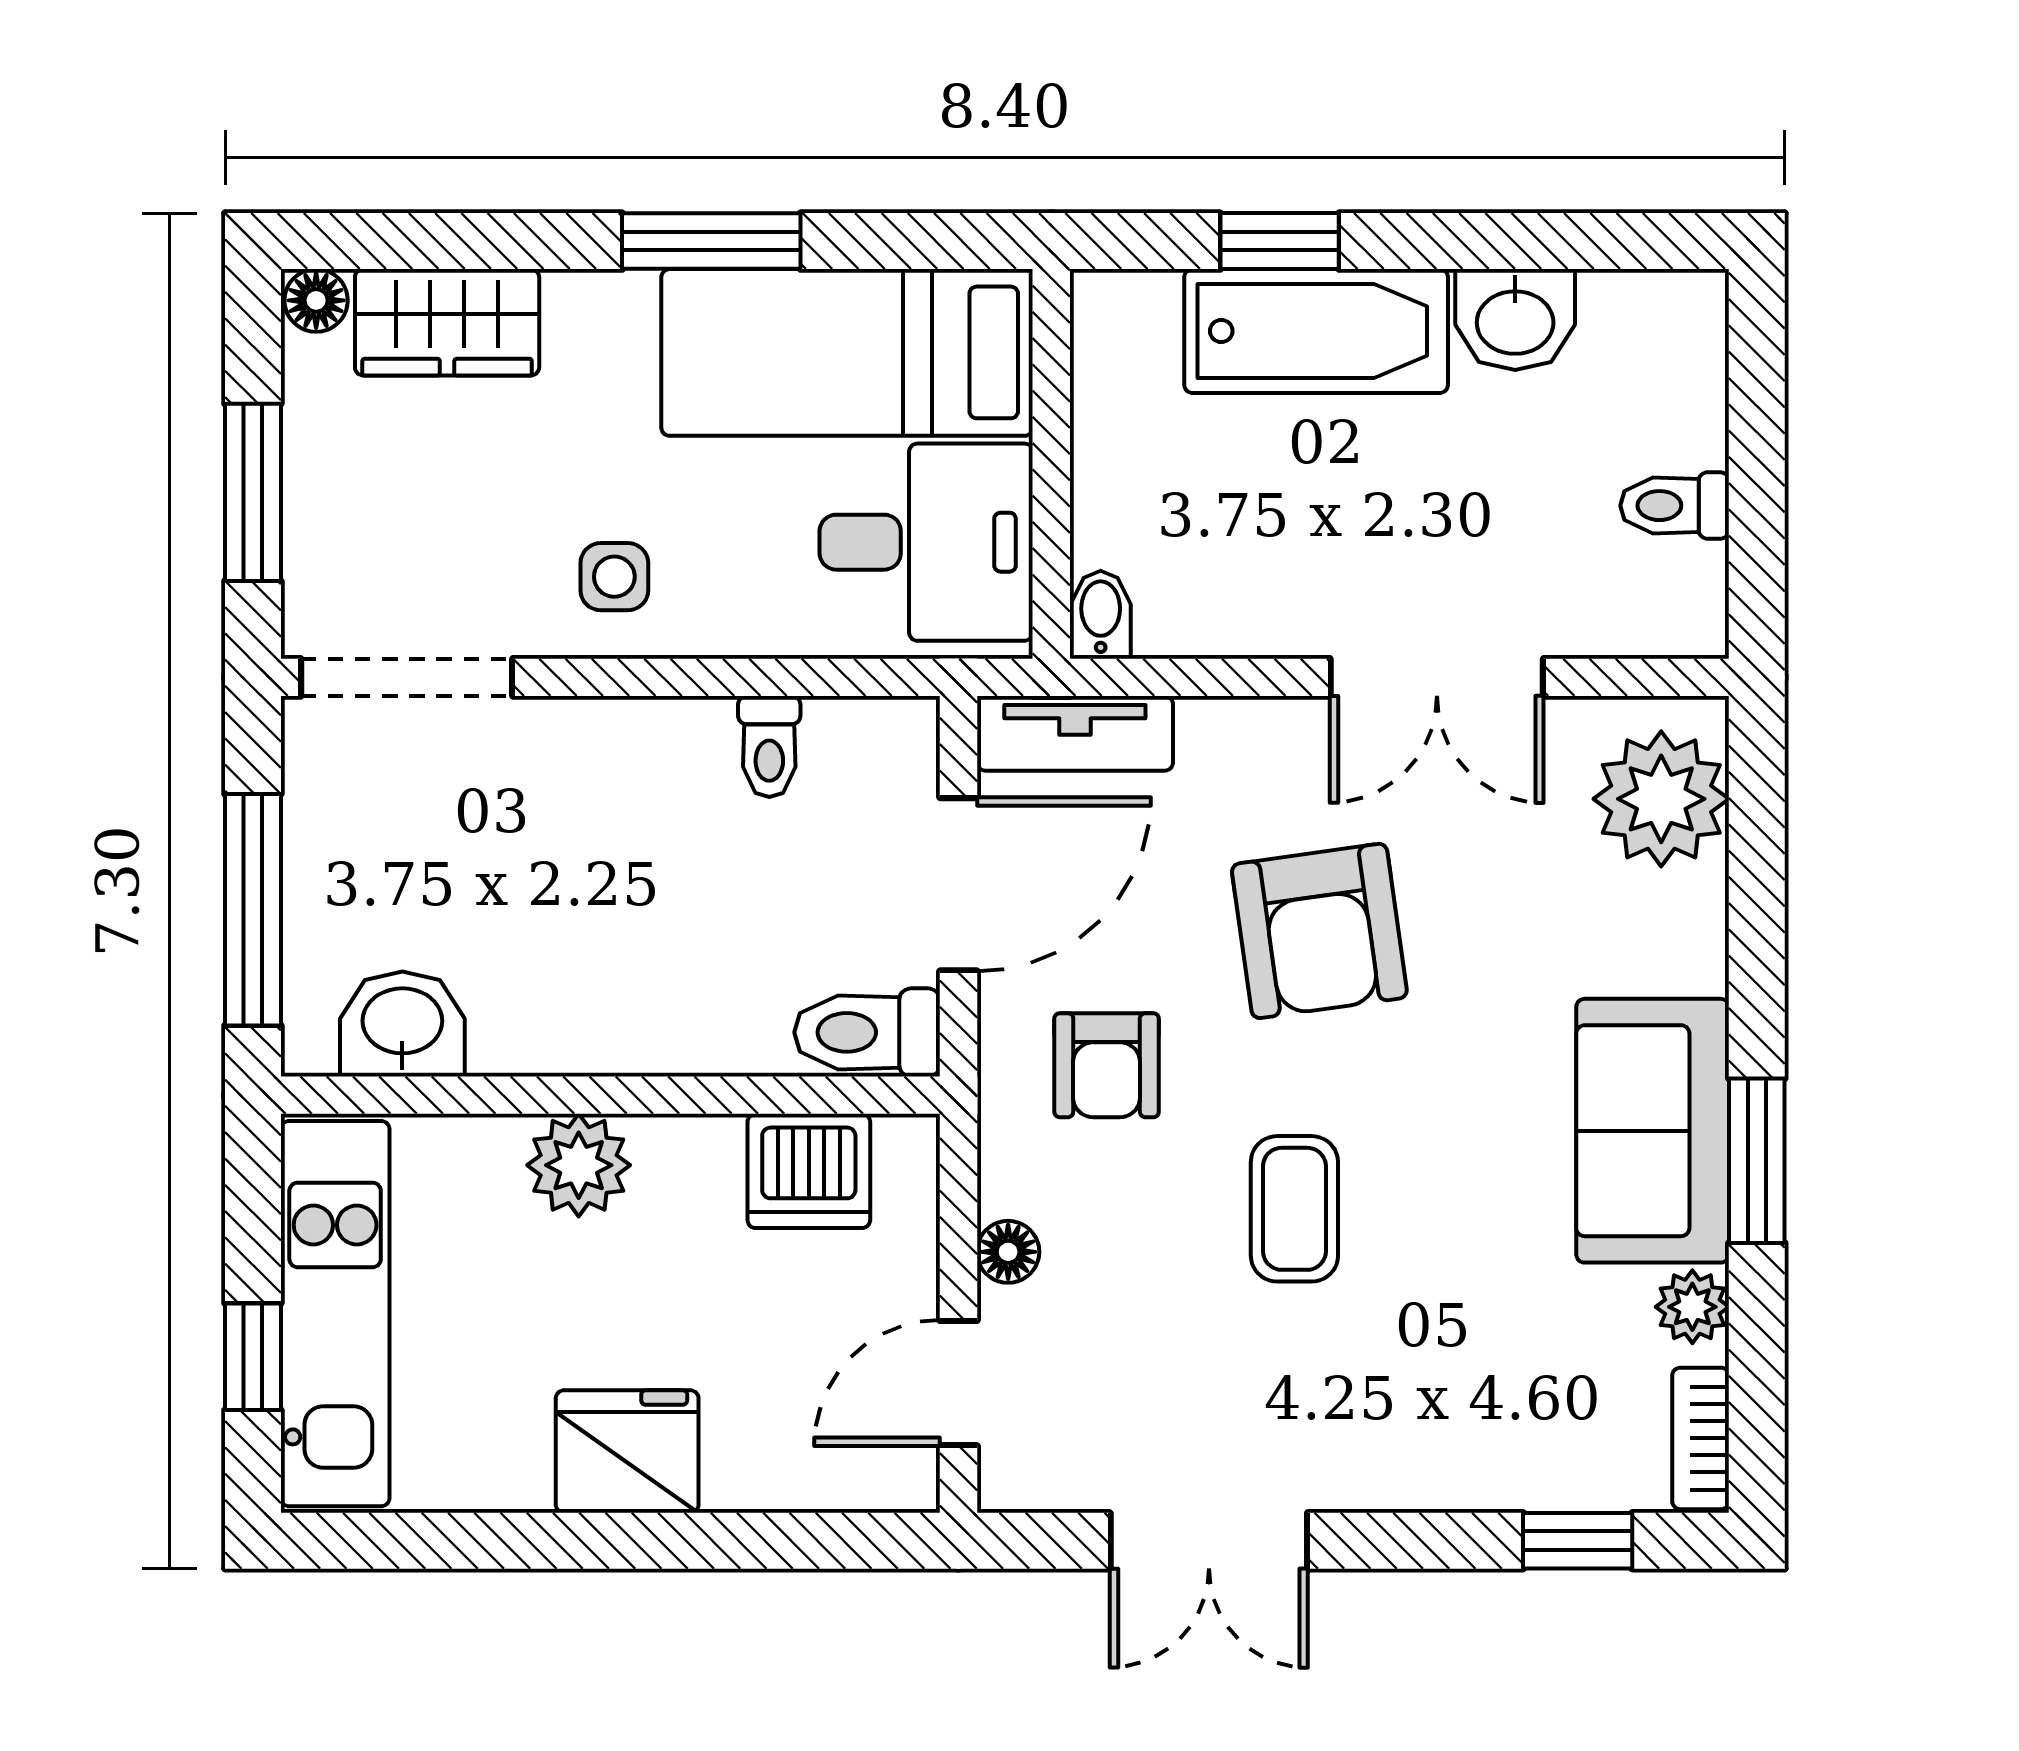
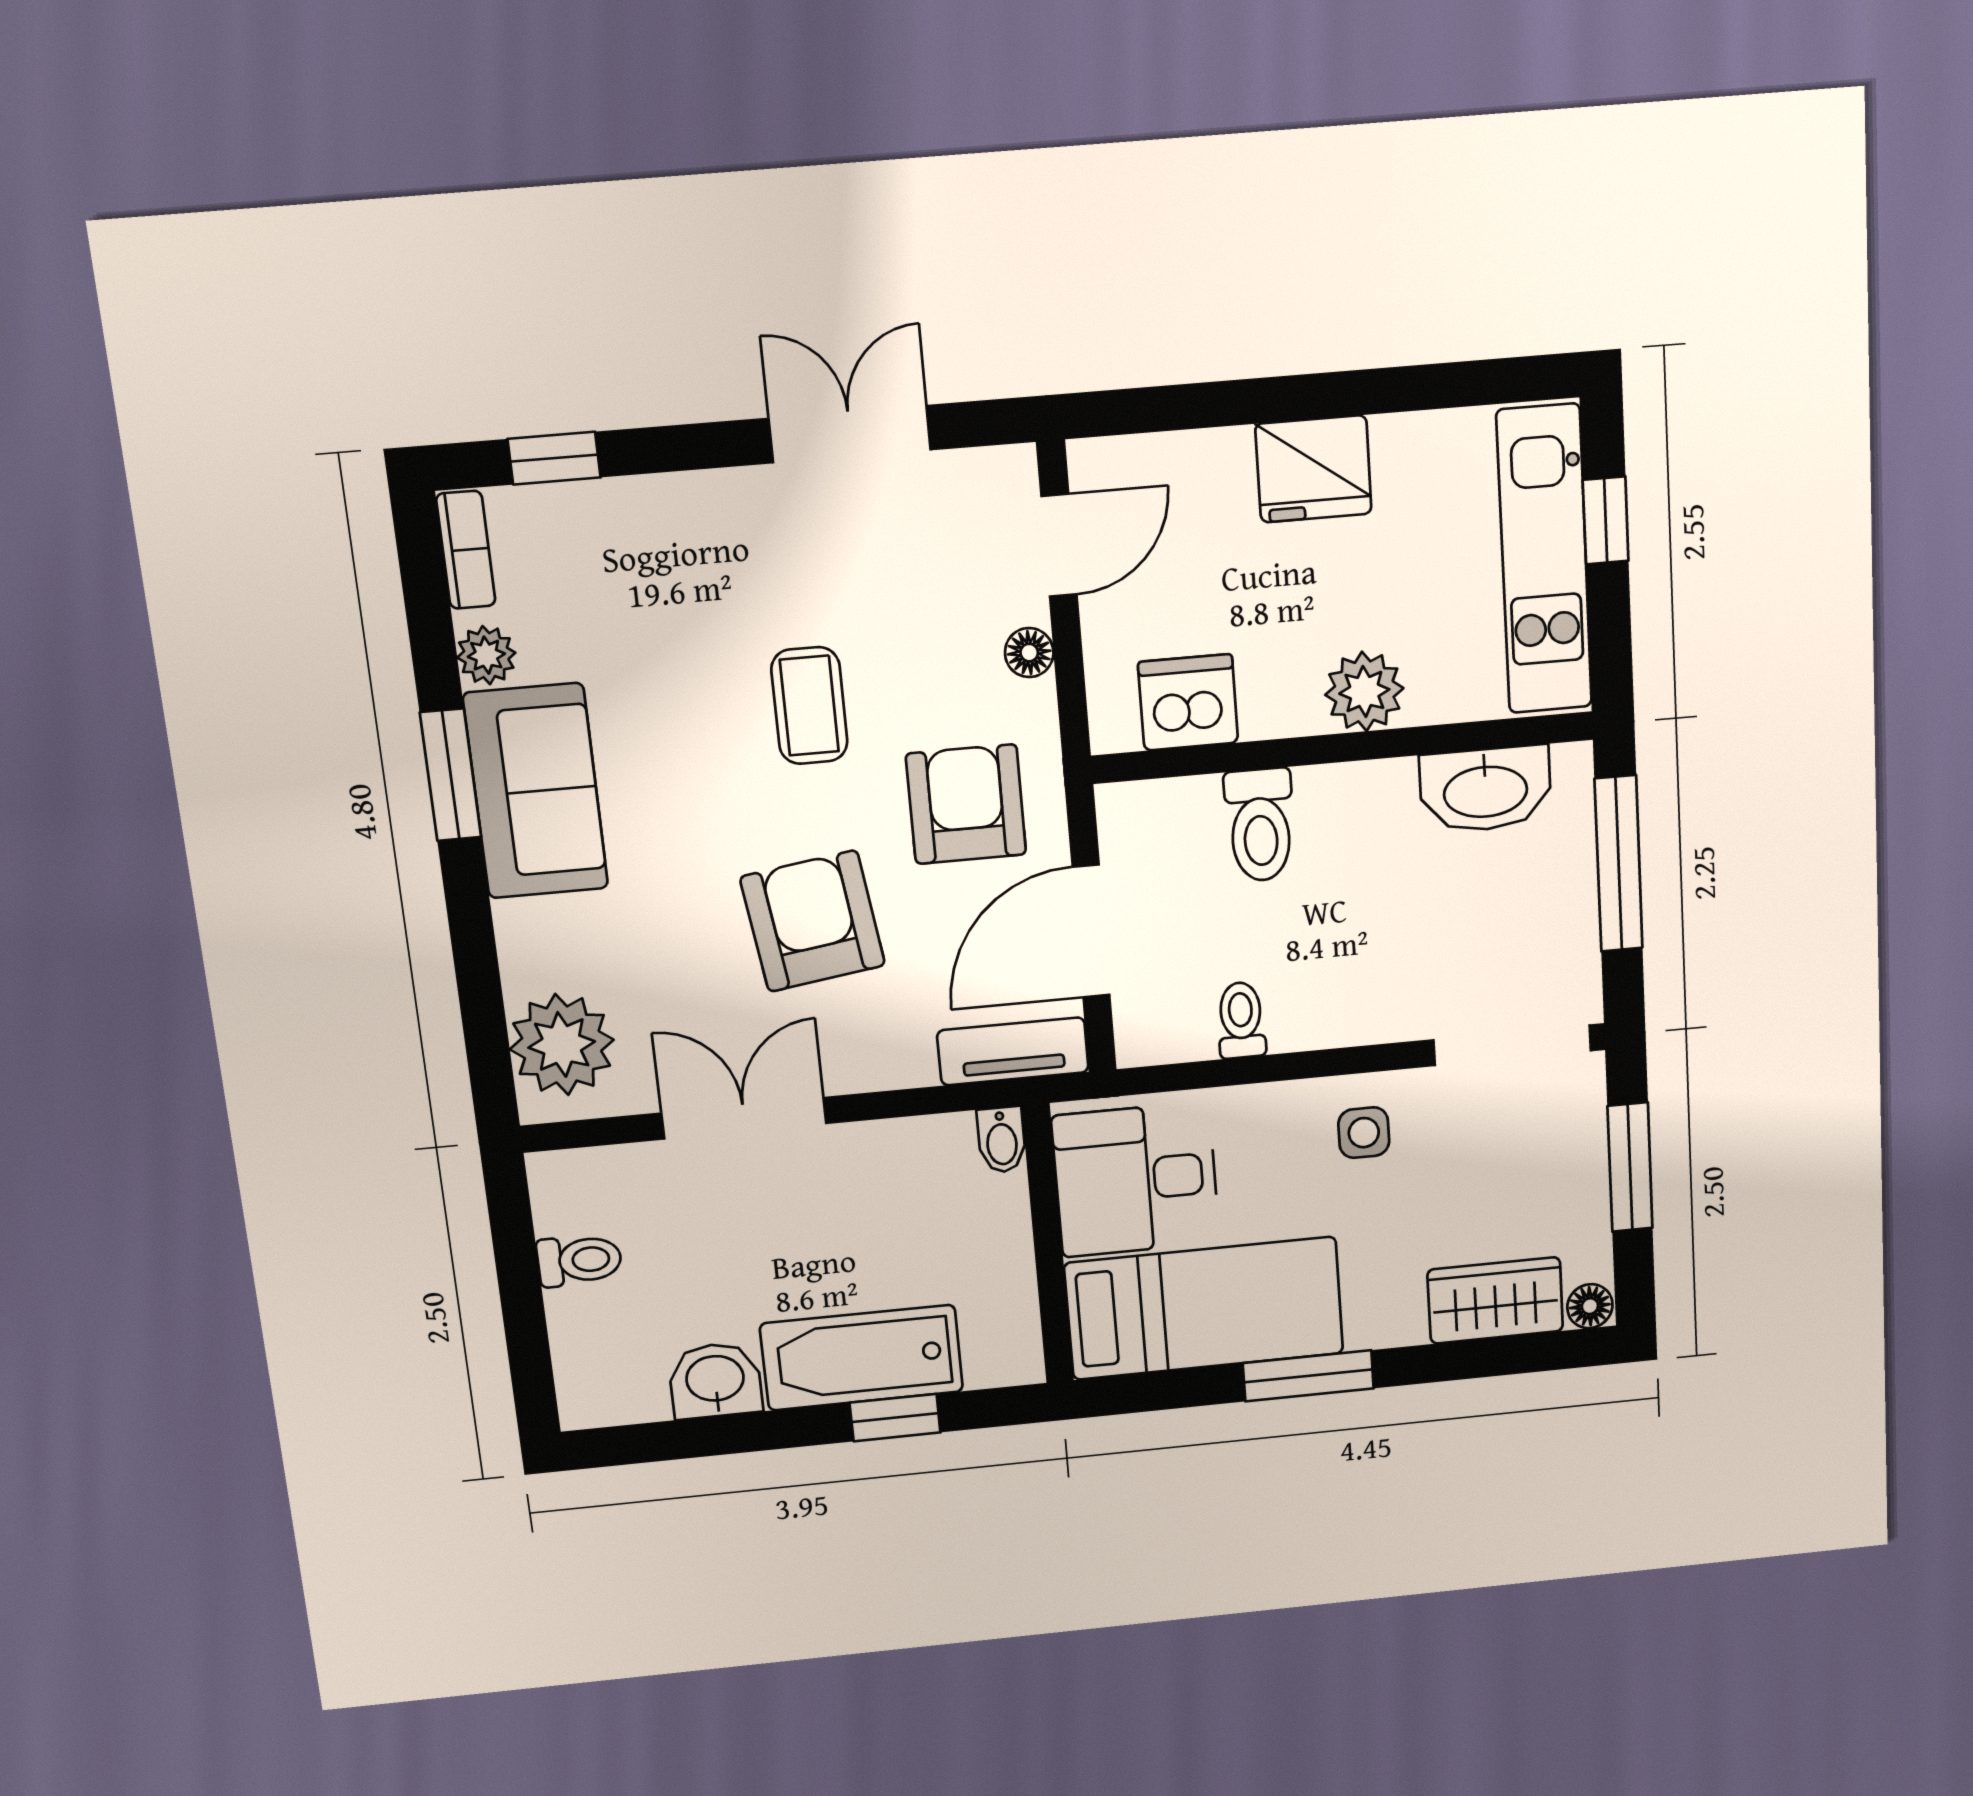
washbasin: (402, 1024) -> (1485, 789), width x1.38
toilet: (867, 1032) -> (1260, 825), moved, turned 90
armchair: (1107, 1065) -> (966, 804), width x1.38, depth x1.38

